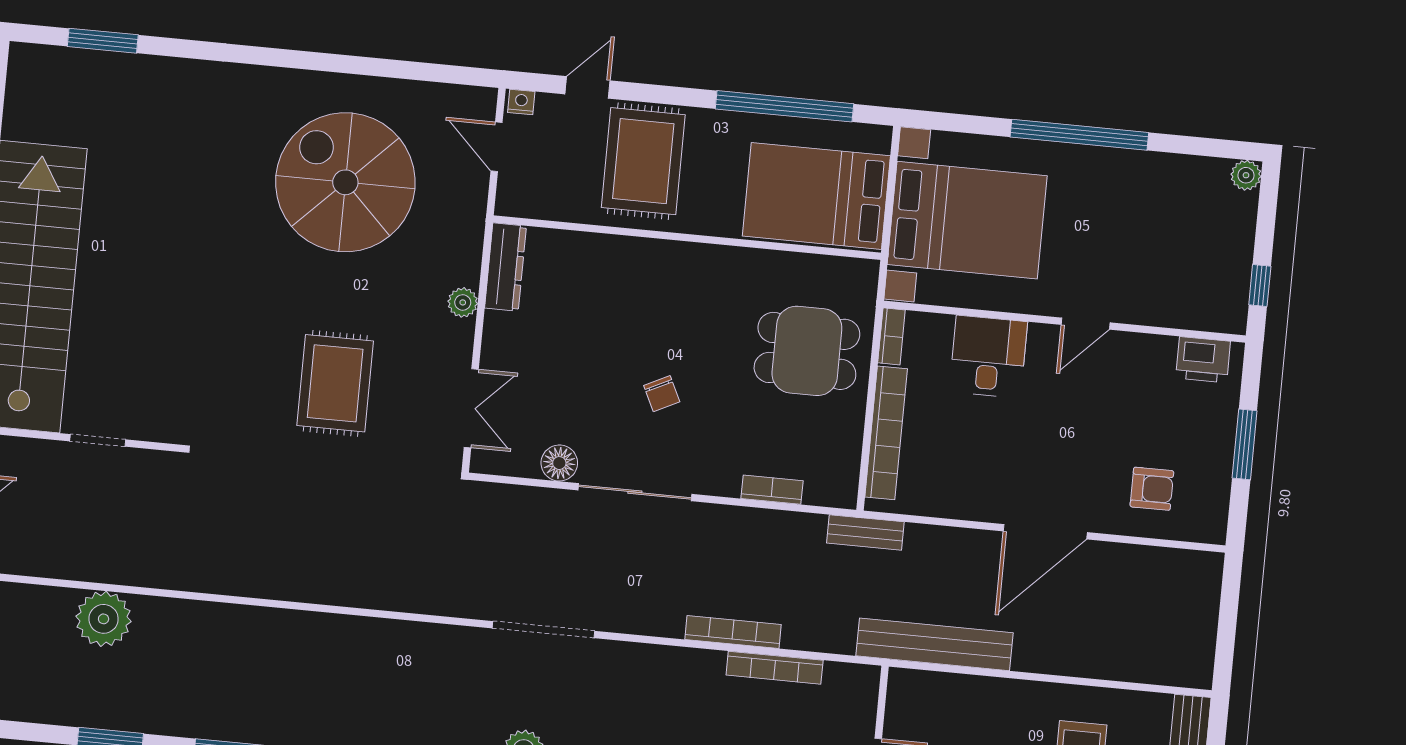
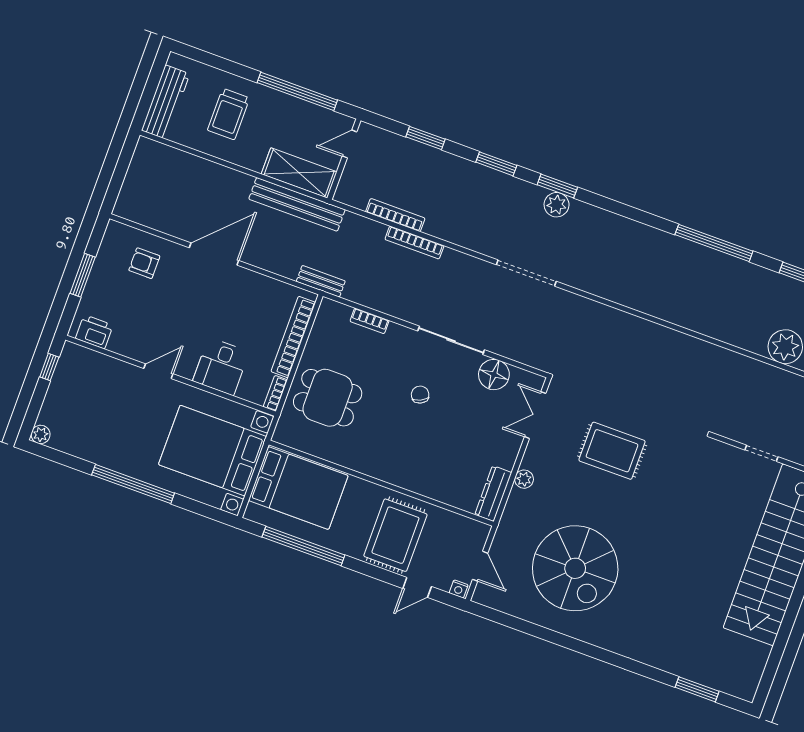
rug: (335, 383) -> (612, 451), turned 90
floor lamp: (559, 463) -> (494, 375), width x1.38, depth x1.38
shelving: (944, 695) -> (299, 173), added

